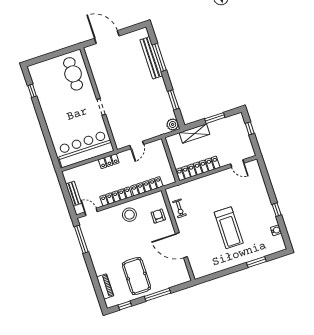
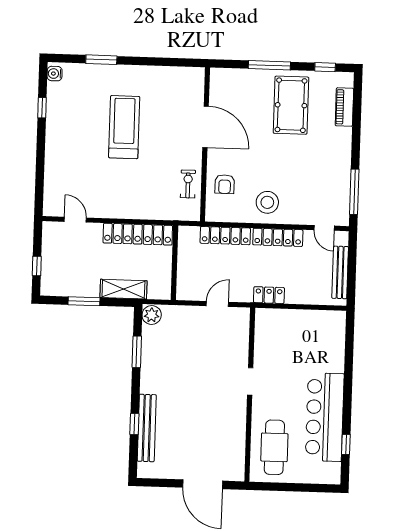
window: (159, 57) -> (134, 424), width x0.46
bar counter: (85, 149) -> (325, 417), moved, turned 90
bench: (74, 194) -> (340, 272), width x1.36
window: (277, 210) -> (42, 108), moved
water cooler: (276, 230) -> (55, 74), moved

